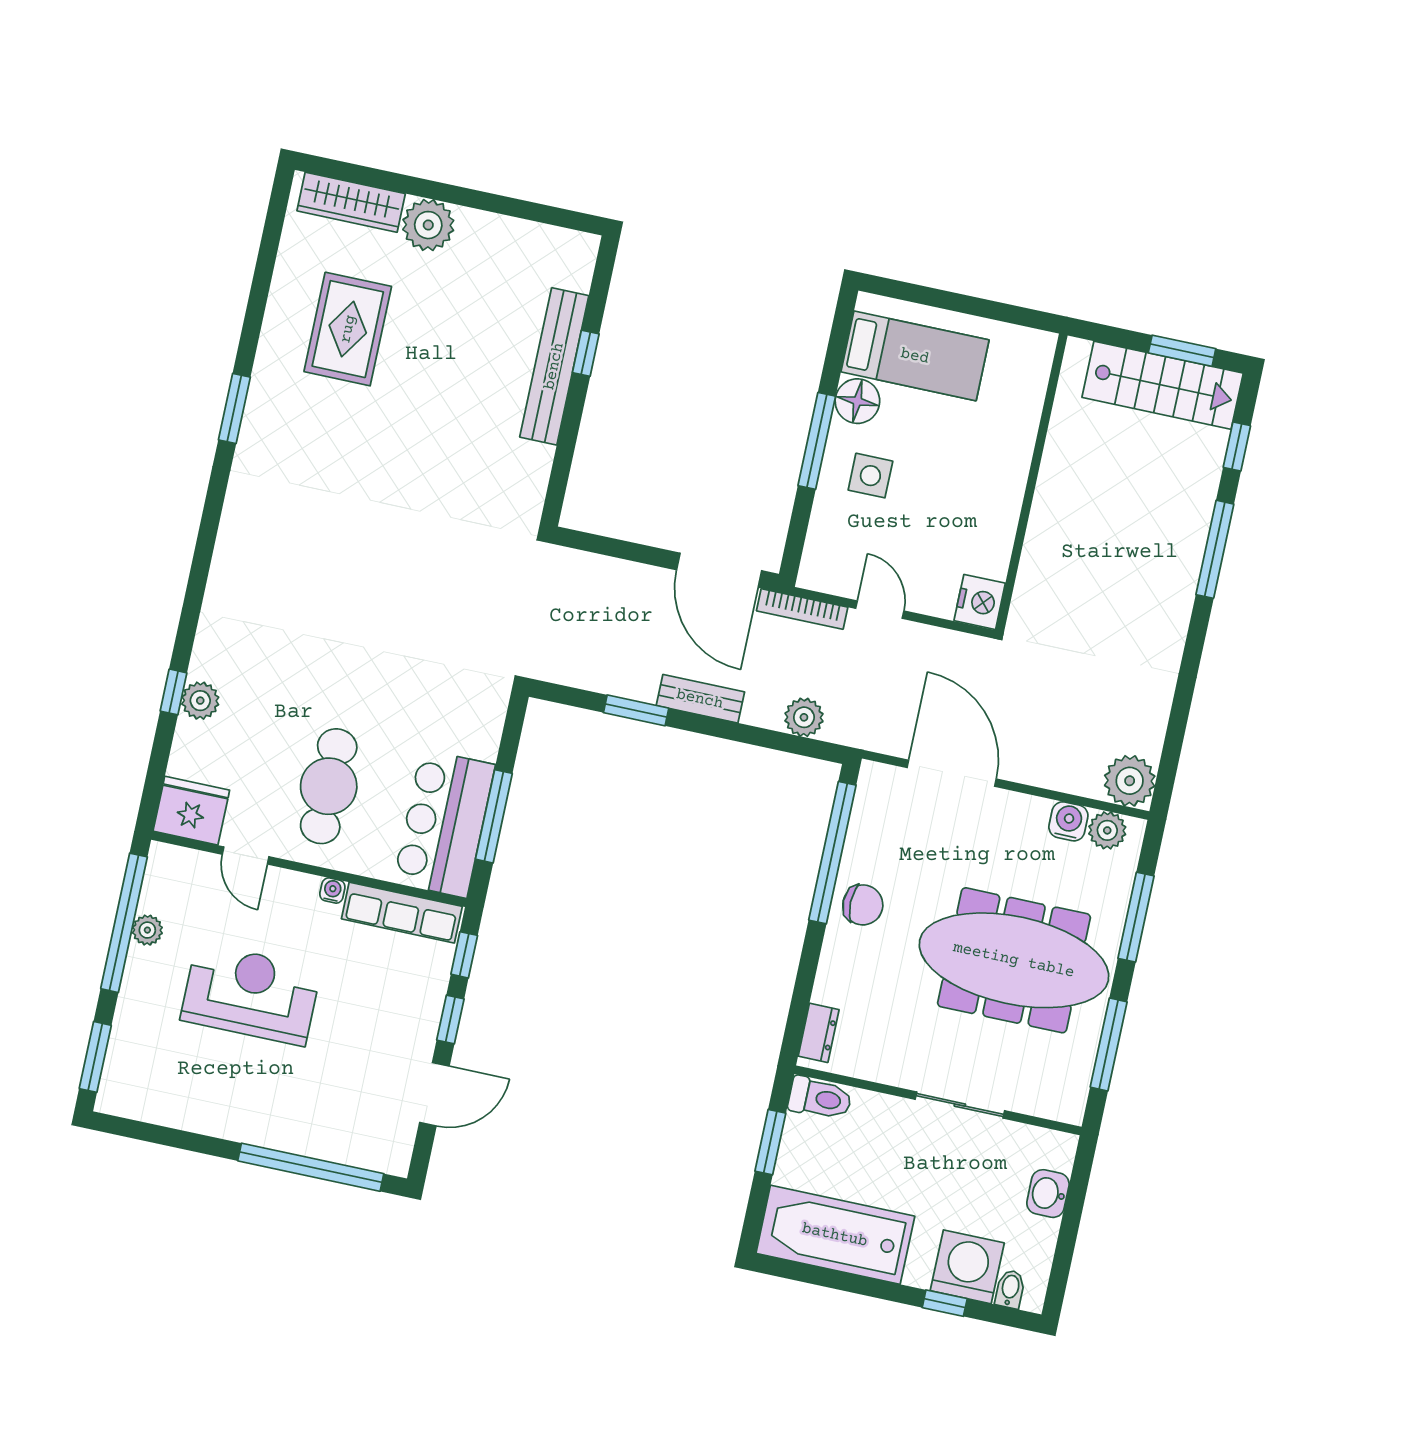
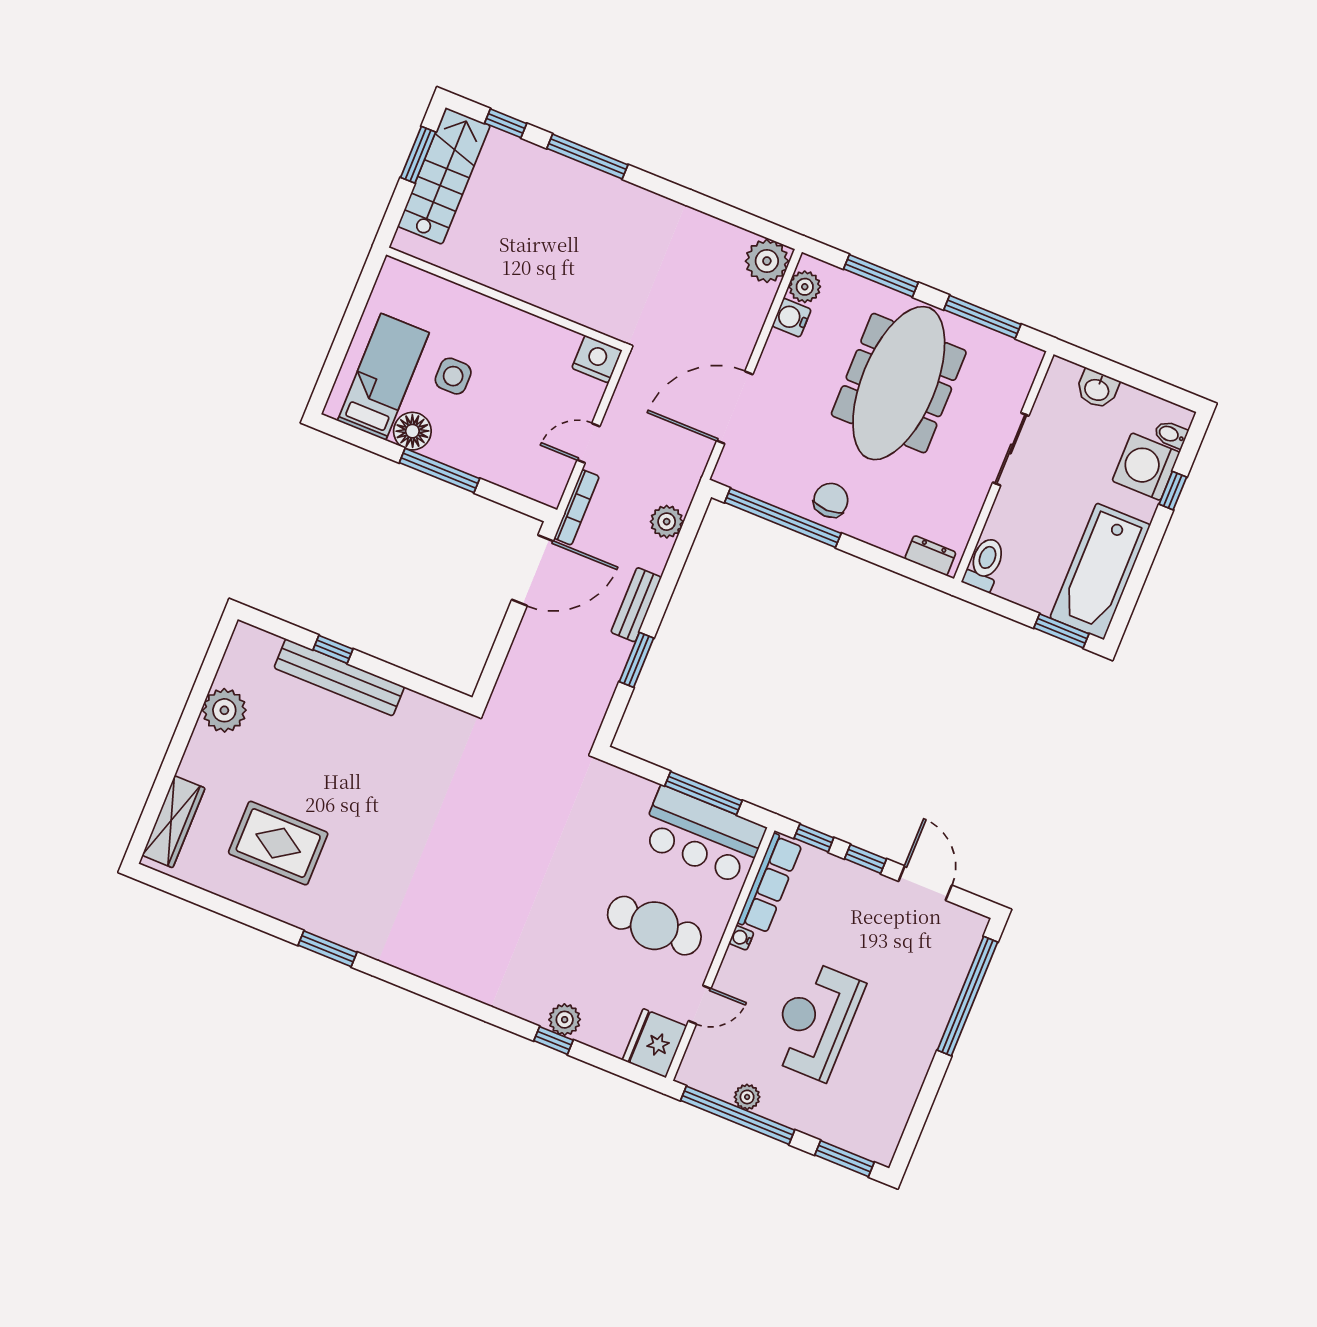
plant: (428, 225) -> (224, 710), moved
side table: (870, 476) -> (453, 376), moved
window: (770, 1142) -> (1061, 631), moved

